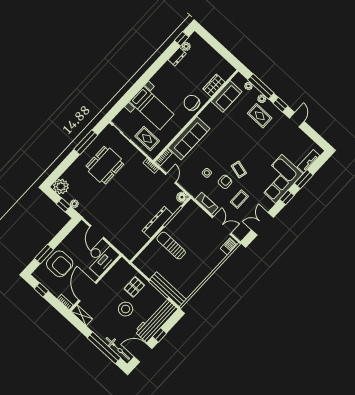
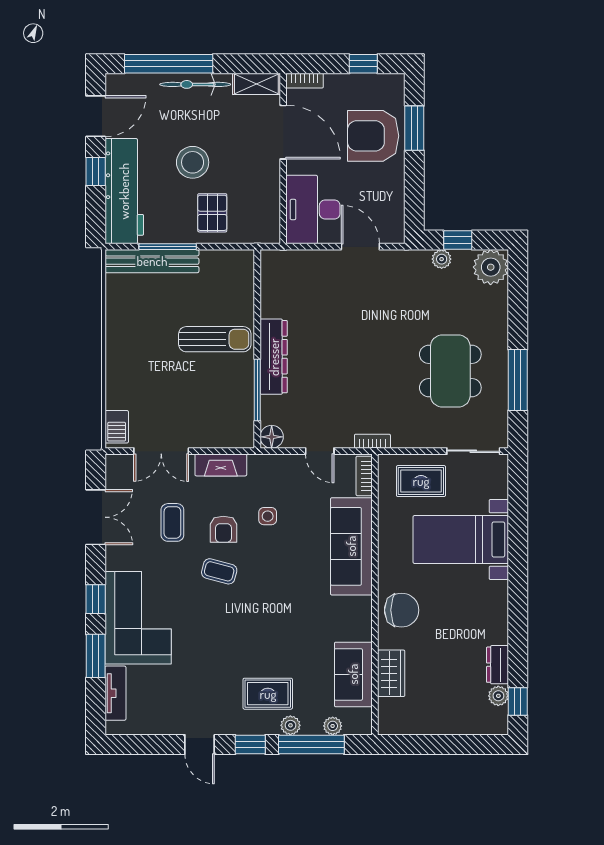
bicycle: (118, 348) -> (195, 84), moved

